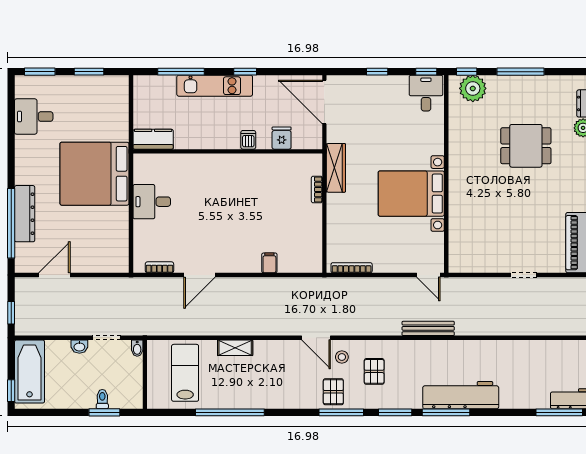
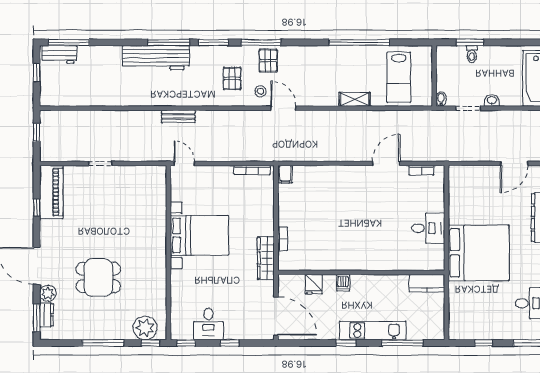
window: (89, 72) -> (484, 343), width x0.67
desk: (426, 93) -> (208, 324), moved
filing cabinet: (269, 263) -> (285, 174), moved
bench: (428, 328) -> (178, 116), width x0.73

